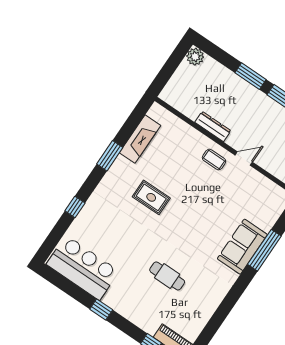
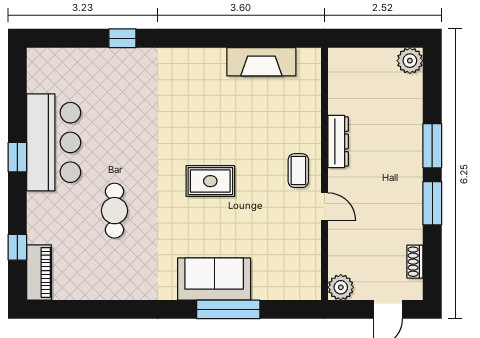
window: (110, 156) -> (215, 38), removed
rug: (151, 197) -> (210, 181), moved, turned 90
bar counter: (83, 268) -> (54, 142), moved

